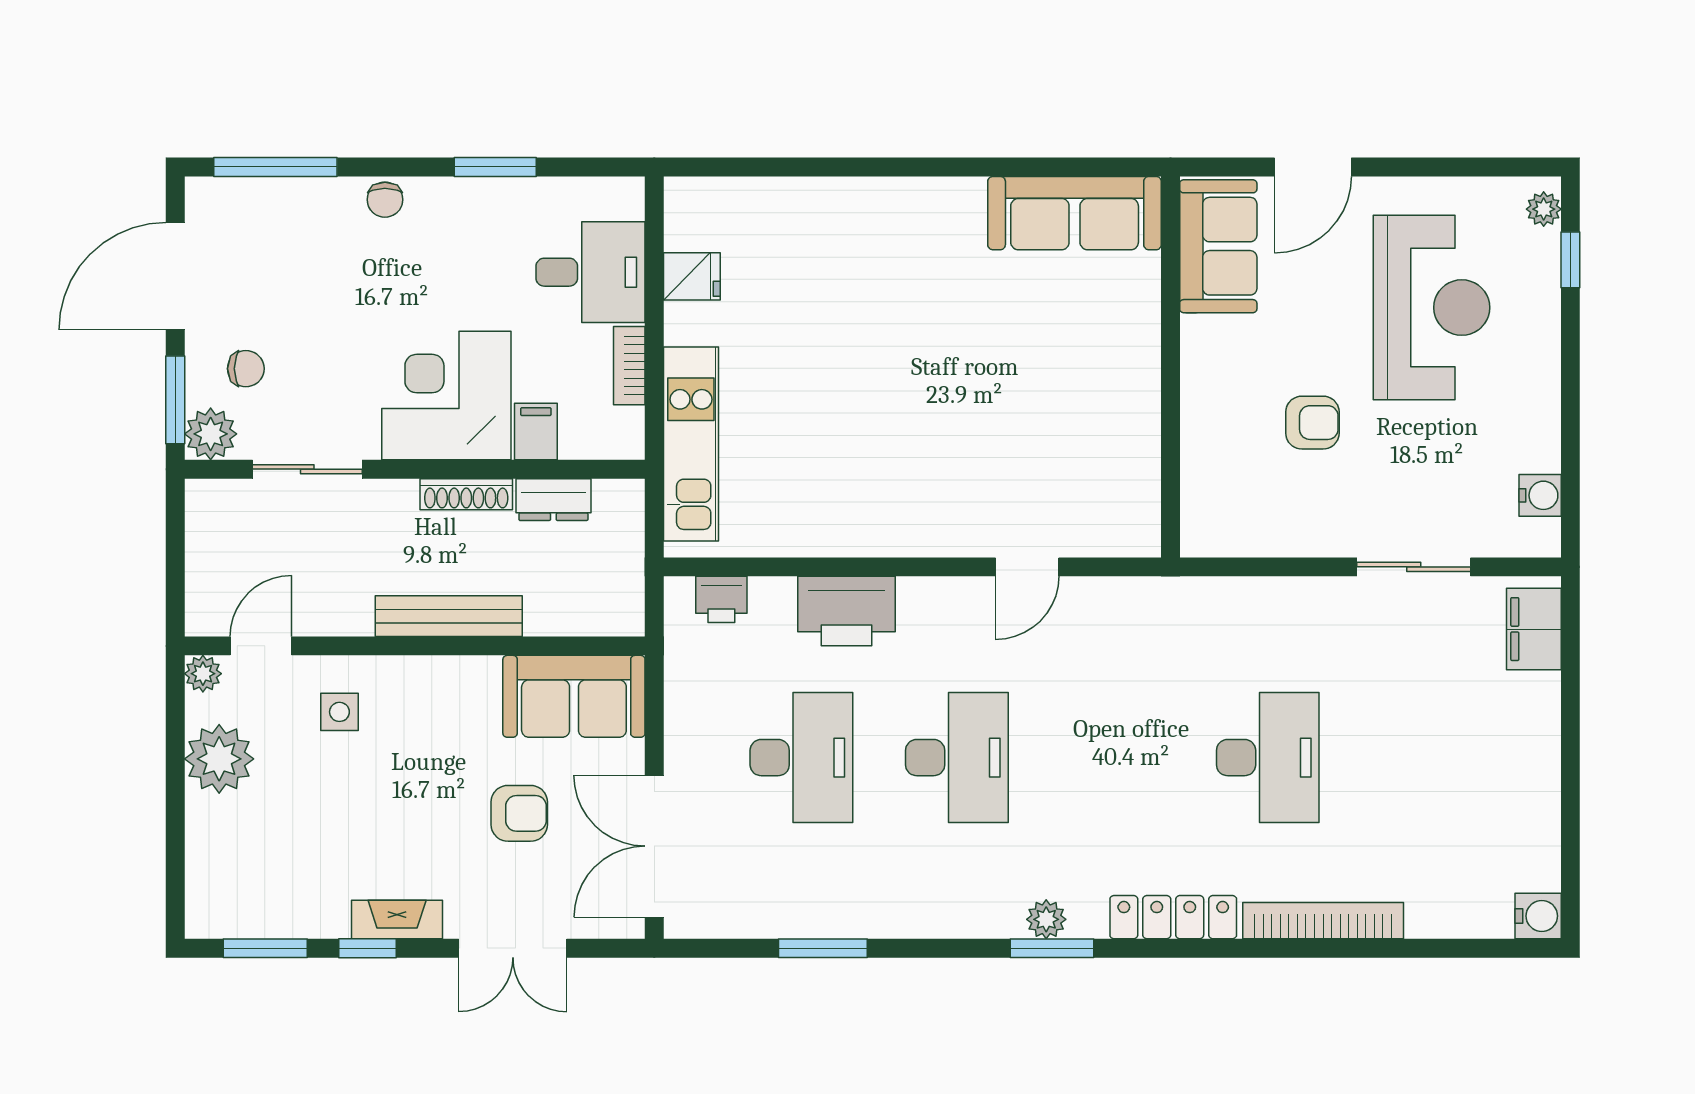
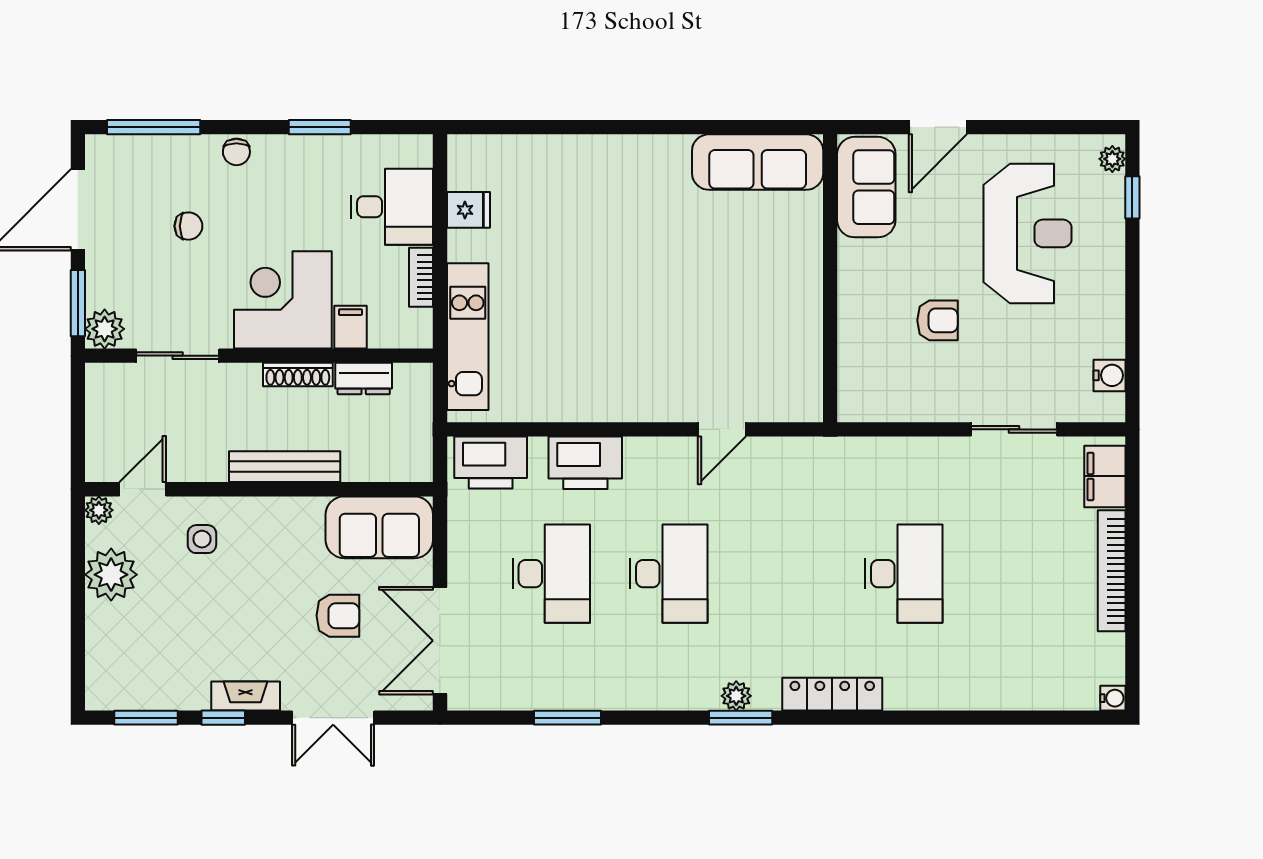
chair: (246, 369) -> (188, 226), moved
printer: (721, 599) -> (491, 463), width x1.87, depth x1.48
water cooler: (1538, 916) -> (1113, 698), width x0.72, depth x0.72
bookcase: (1323, 921) -> (1112, 571), moved, turned -90

